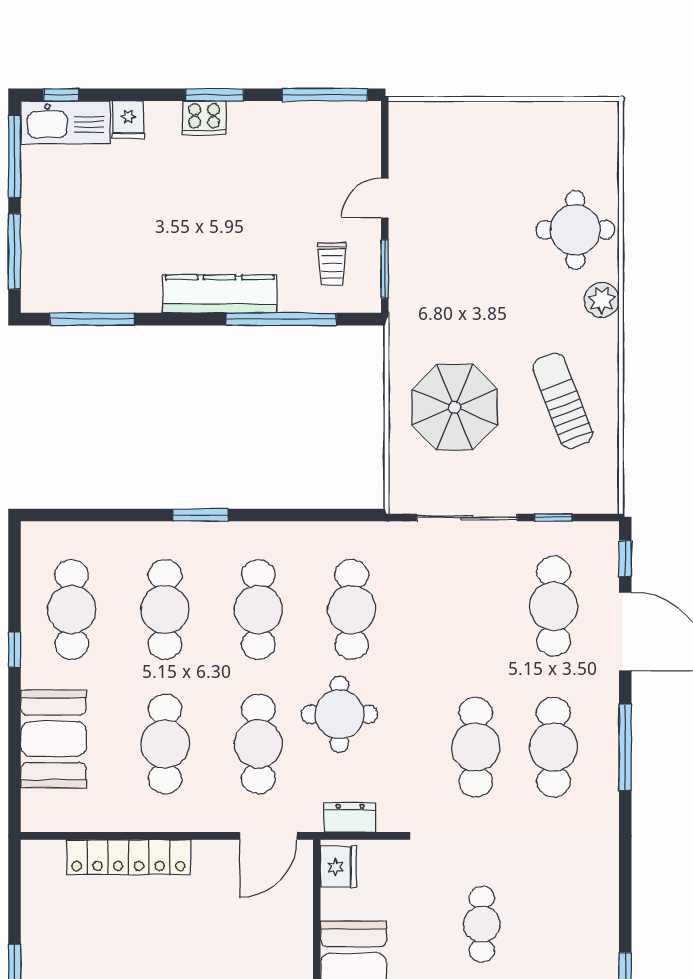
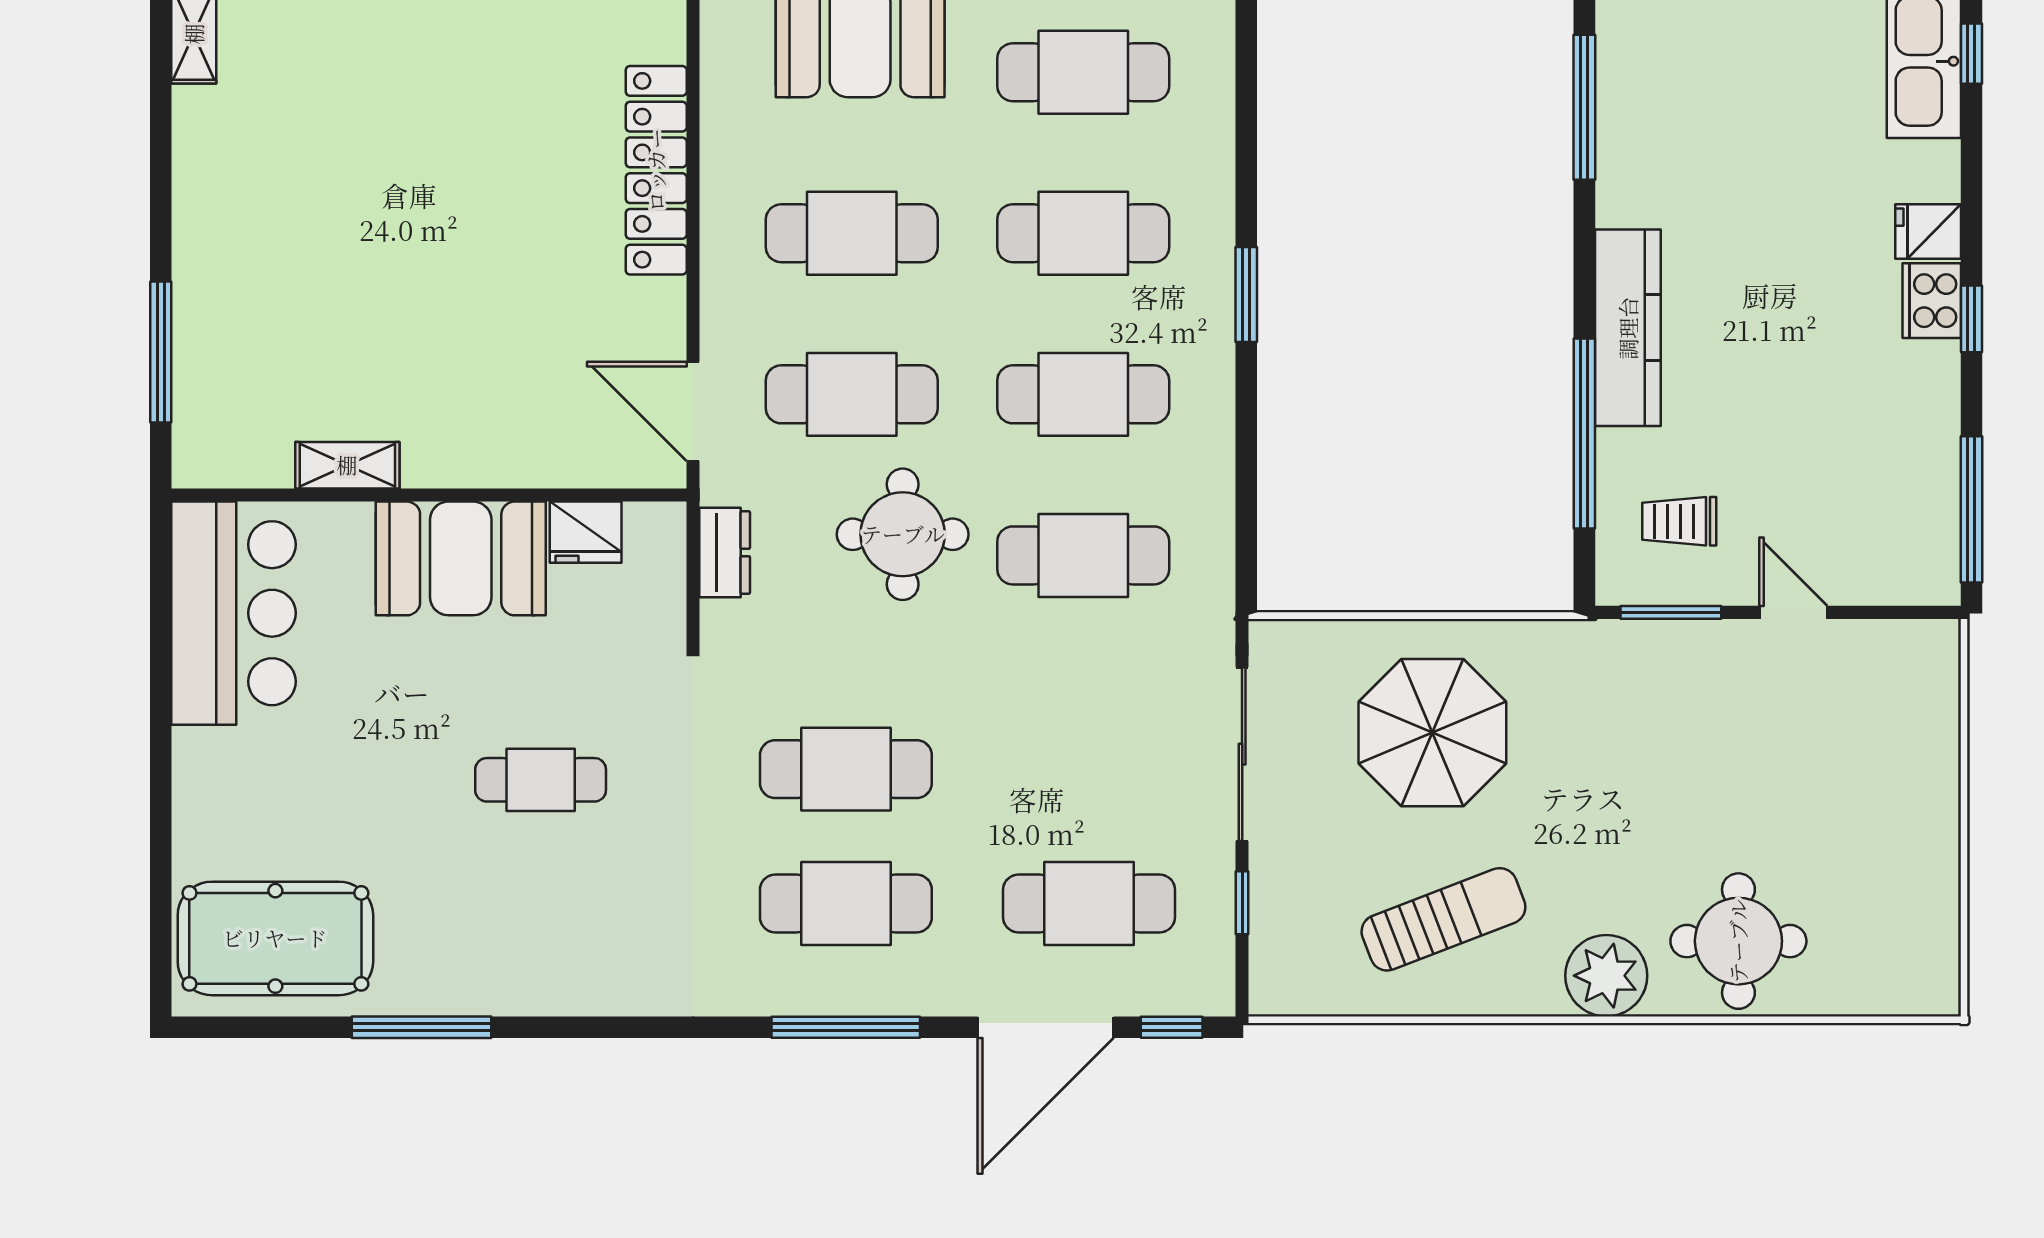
window: (215, 95) -> (1971, 319), width x0.67
fridge: (128, 120) -> (1928, 231), moved
plant: (602, 300) -> (1606, 976), width x1.36, depth x1.36
fridge: (338, 867) -> (586, 532), moved

